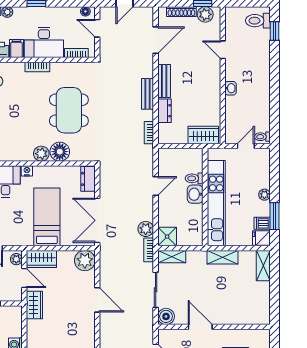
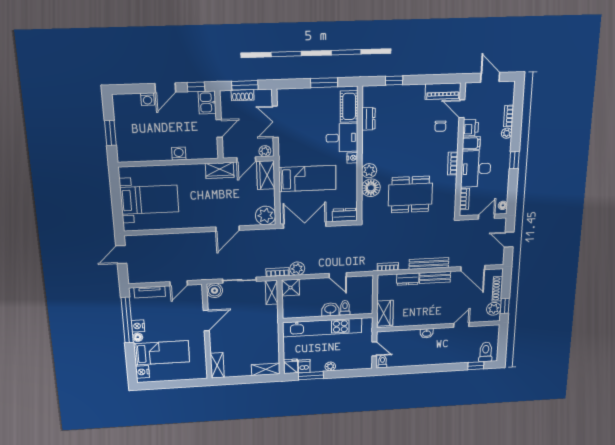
bench: (147, 94) -> (429, 263), width x1.36
shelving: (223, 257) -> (217, 365), moved

